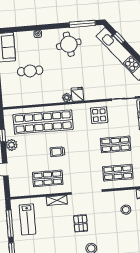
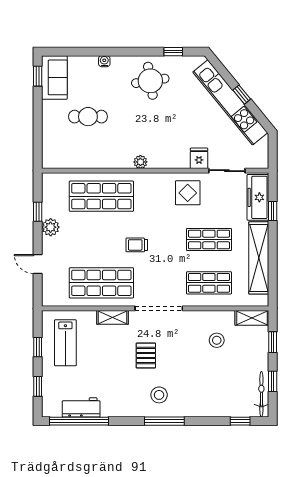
window: (82, 24) -> (173, 52), width x0.46
window: (119, 38) -> (242, 95), moved
fridge: (77, 94) -> (199, 158), moved
shop shelf: (43, 122) -> (101, 196), width x0.71
trolley: (57, 152) -> (137, 245), moved
shop shelf: (48, 178) -> (101, 283), width x1.43, depth x1.36
window: (10, 224) -> (38, 347), width x0.46

